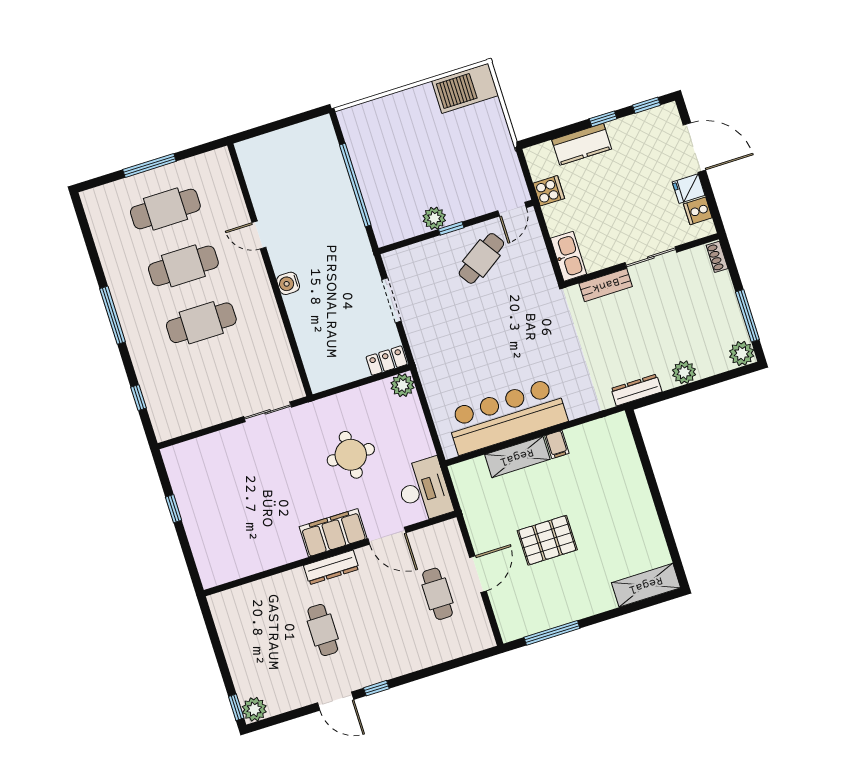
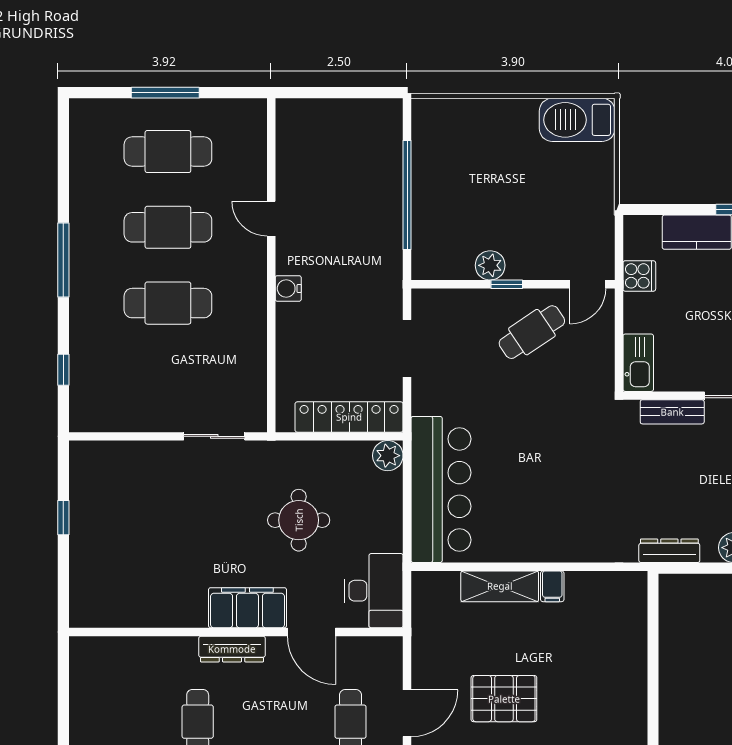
locker: (387, 361) -> (349, 417), width x2.16, depth x1.21
bar counter: (507, 416) -> (441, 489), moved, turned 90

